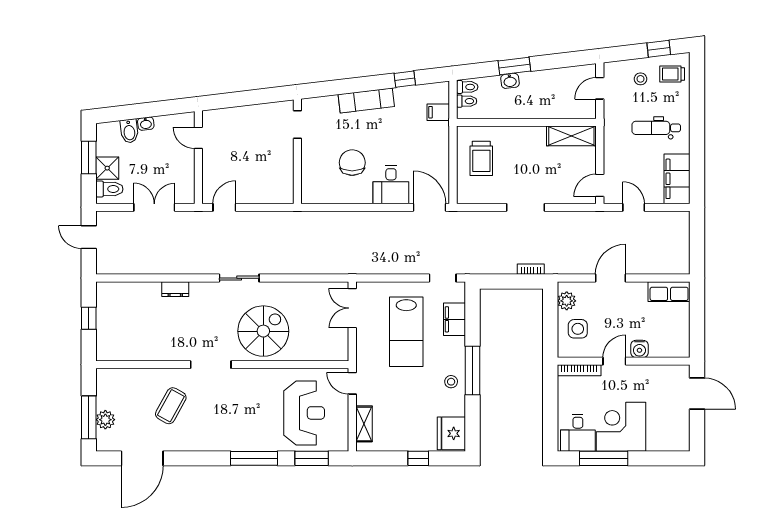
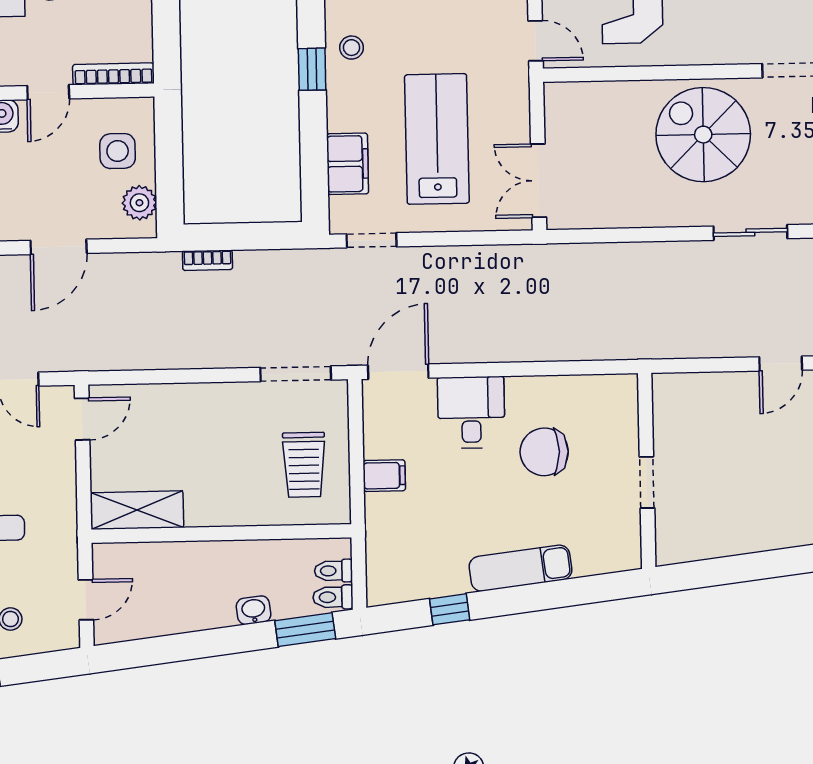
window: (514, 66) -> (305, 630), moved
filing cabinet: (438, 112) -> (384, 476), moved
doorway: (297, 125) -> (647, 482), moved
trolley: (481, 158) -> (304, 465), turned 180
chair: (352, 163) -> (544, 452), turned 90
door: (430, 207) -> (398, 372), swing flipped
doorway: (525, 207) -> (296, 374), moved
double door: (352, 308) -> (538, 181), swing flipped
spiral stairs: (263, 331) -> (703, 135), turned 90
window: (472, 371) -> (312, 69), width x0.46

